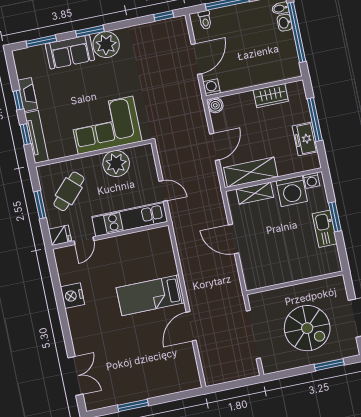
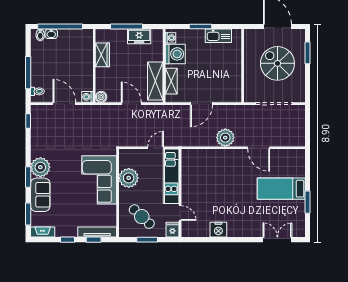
fireplace: (28, 95) -> (43, 232), moved
kitchen sink: (325, 229) -> (218, 36), moved
plant: (195, 280) -> (225, 138), added
bed: (150, 295) -> (281, 189), moved, turned 90
spiral stairs: (307, 328) -> (277, 63), turned -90

